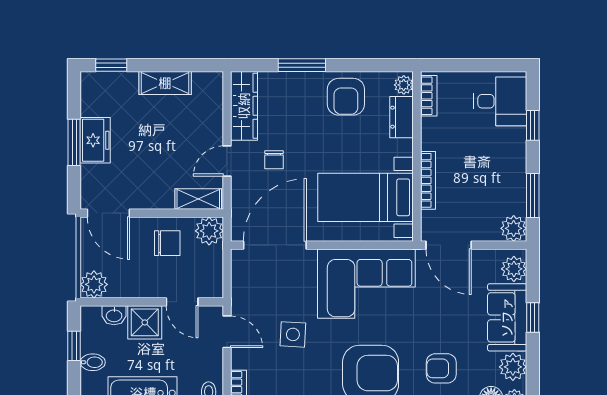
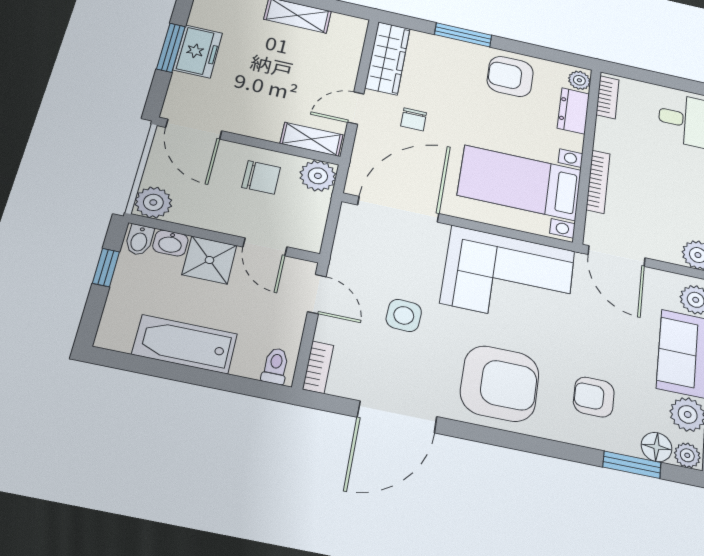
armchair: (346, 97) -> (510, 76), turned 90
bidet: (93, 362) -> (139, 240), moved, turned 90

